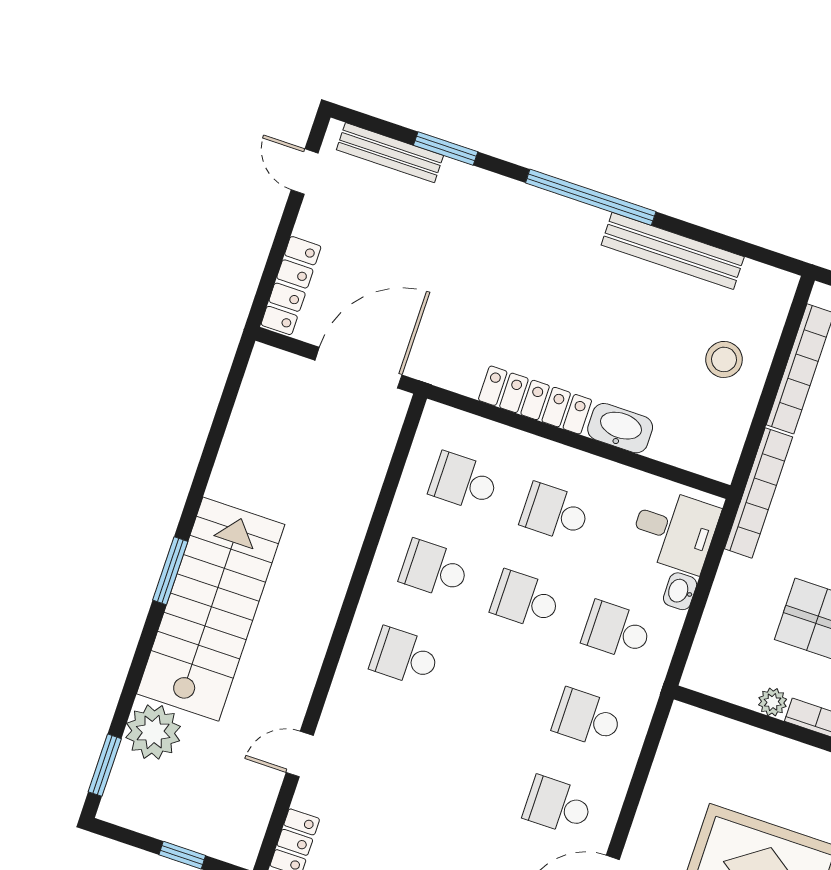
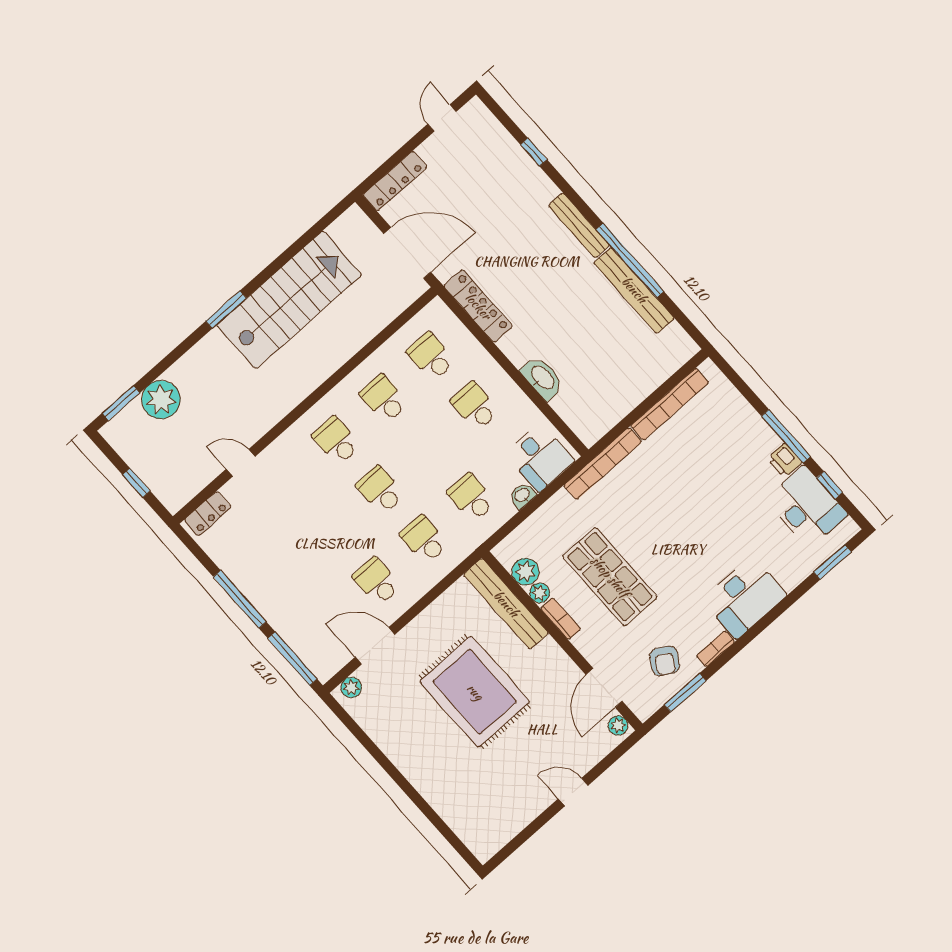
window: (446, 148) -> (534, 152), width x0.67
bench: (390, 153) -> (579, 225), moved
window: (591, 197) -> (630, 261), moved
stool: (724, 359) -> (628, 373), removed
locker: (535, 400) -> (478, 306), moved
school desk: (526, 600) -> (380, 490), moved
stairs: (211, 609) -> (289, 300), moved
plant: (739, 685) -> (525, 572), added
bench: (738, 740) -> (506, 604), added

